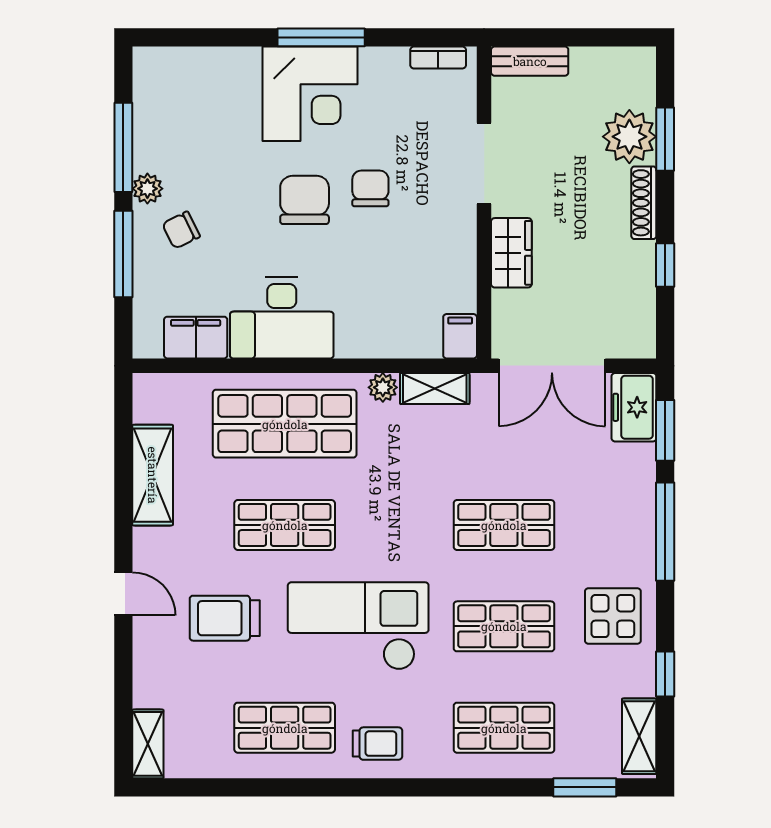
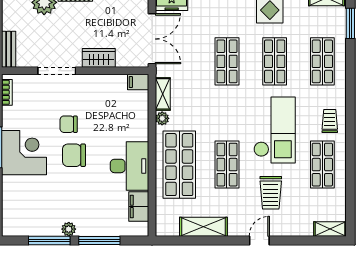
chair: (181, 230) -> (88, 213), removed
checkout: (358, 626) -> (275, 130), turned 180

